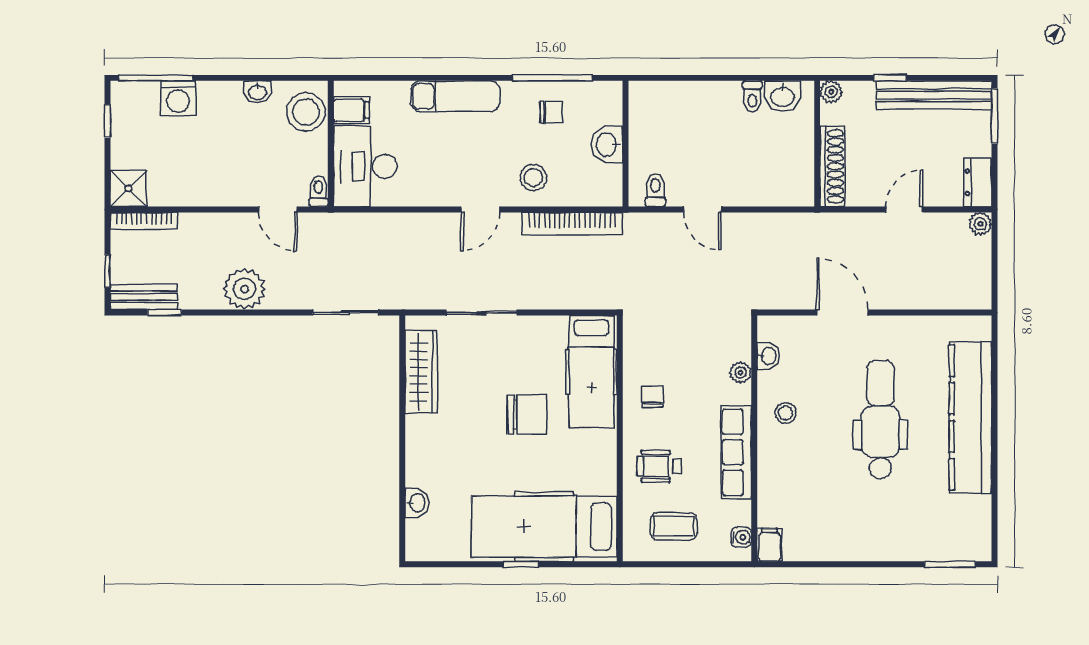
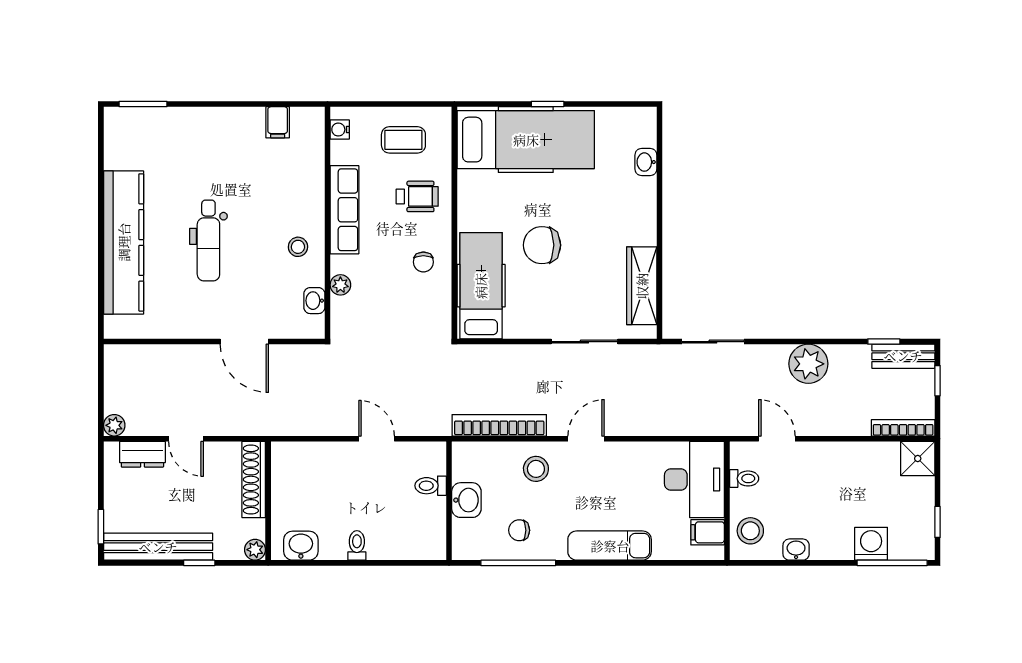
toilet: (752, 96) -> (357, 545), moved
stool: (306, 112) -> (750, 531), width x0.73, depth x0.73
window: (995, 116) -> (101, 527), width x0.67
dresser: (978, 182) -> (142, 454), moved, turned 90
toilet: (655, 190) -> (431, 486), moved, turned 90
toilet: (318, 191) -> (744, 478), moved, turned -90
door: (904, 210) -> (186, 439), hinge flipped
dental chair: (880, 420) -> (208, 240), width x0.73, depth x0.72
filing cabinet: (769, 545) -> (278, 122), moved

